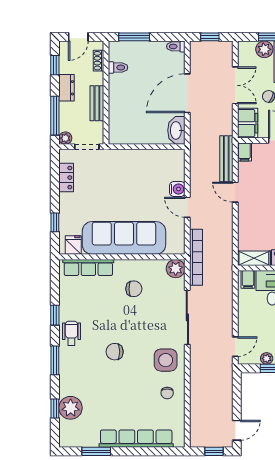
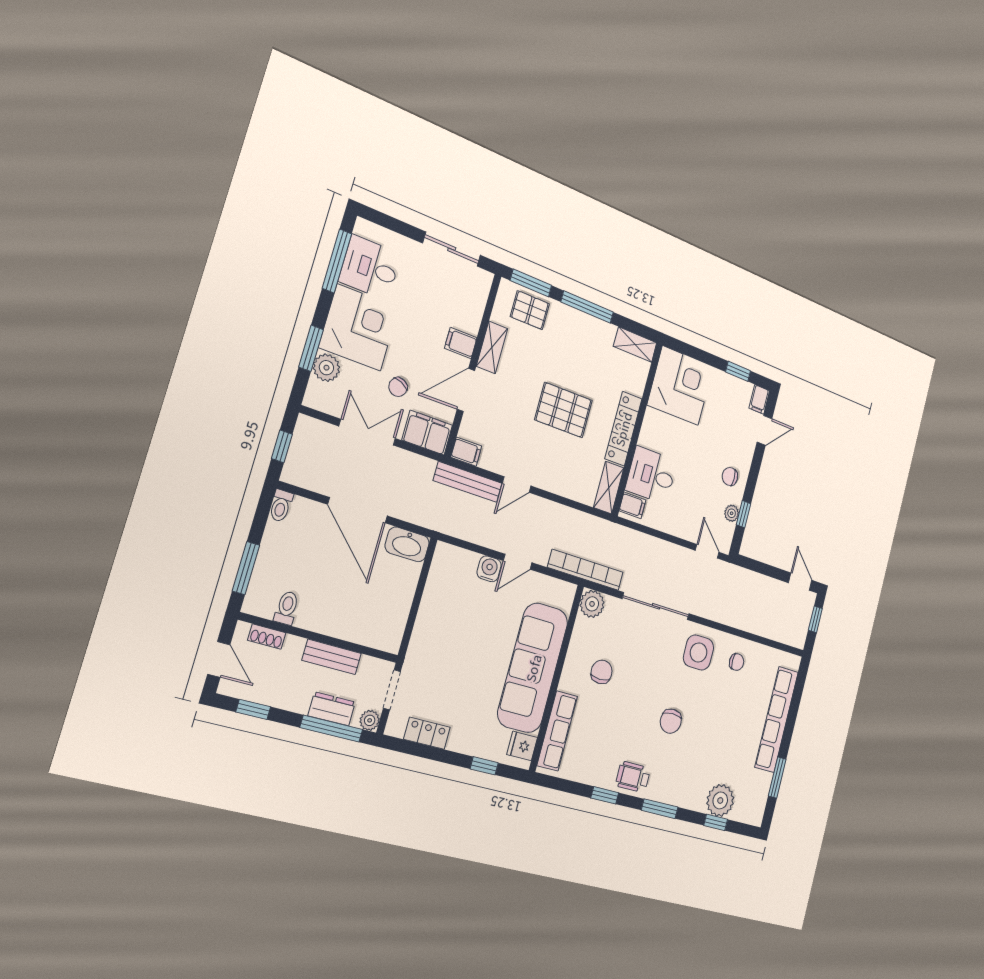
dresser: (67, 88) -> (332, 709), moved

